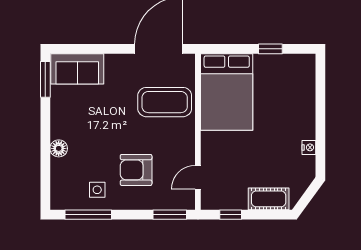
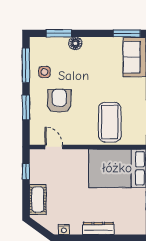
dresser: (307, 118) -> (98, 228), added
nightstand: (309, 147) -> (64, 230), moved
window: (45, 170) -> (59, 33), added
window: (170, 215) -> (26, 107), moved

